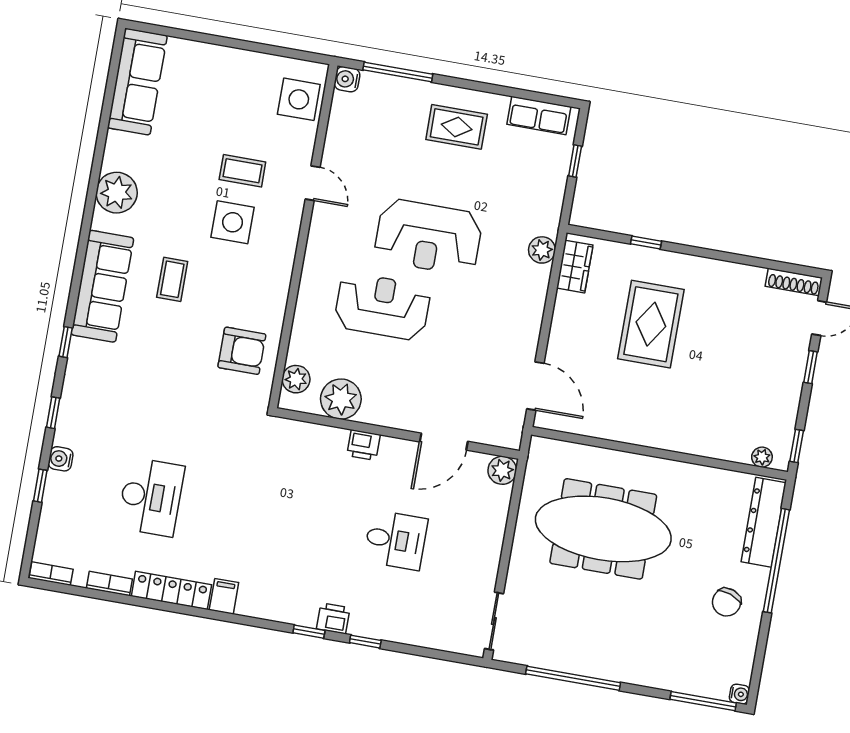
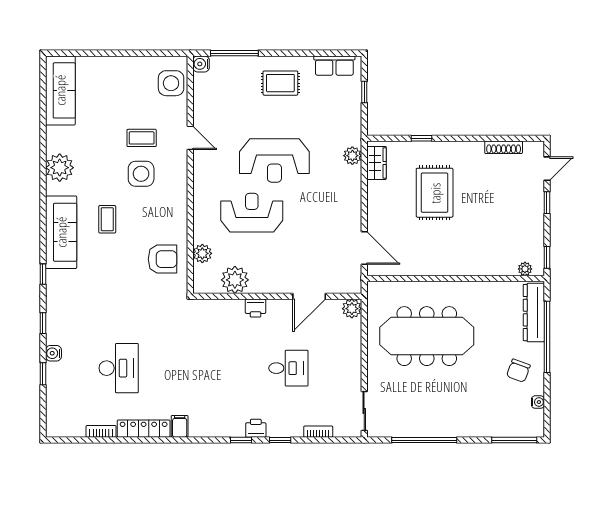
shoe rack: (794, 282) -> (504, 147), moved
plant: (296, 379) -> (202, 253), moved
bookcase: (51, 574) -> (318, 432), moved
water cooler: (739, 694) -> (538, 402), moved

